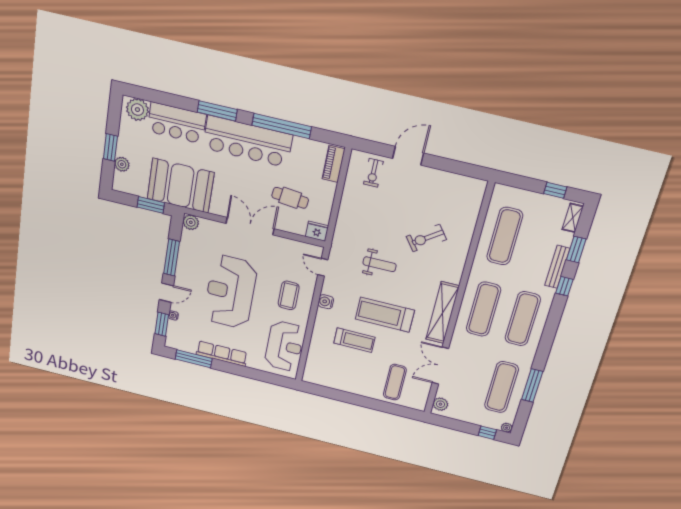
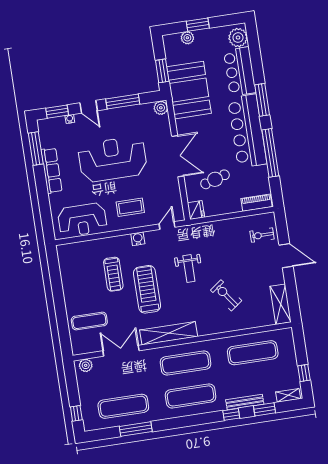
shelving: (462, 184) -> (281, 304), added
cafe table: (290, 198) -> (215, 179), turned 67
plant: (507, 428) -> (88, 426), removed

